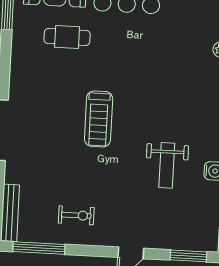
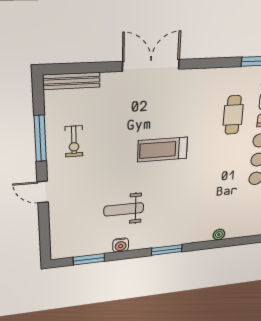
window: (39, 248) -> (40, 138), moved
window: (188, 256) -> (45, 238), removed

